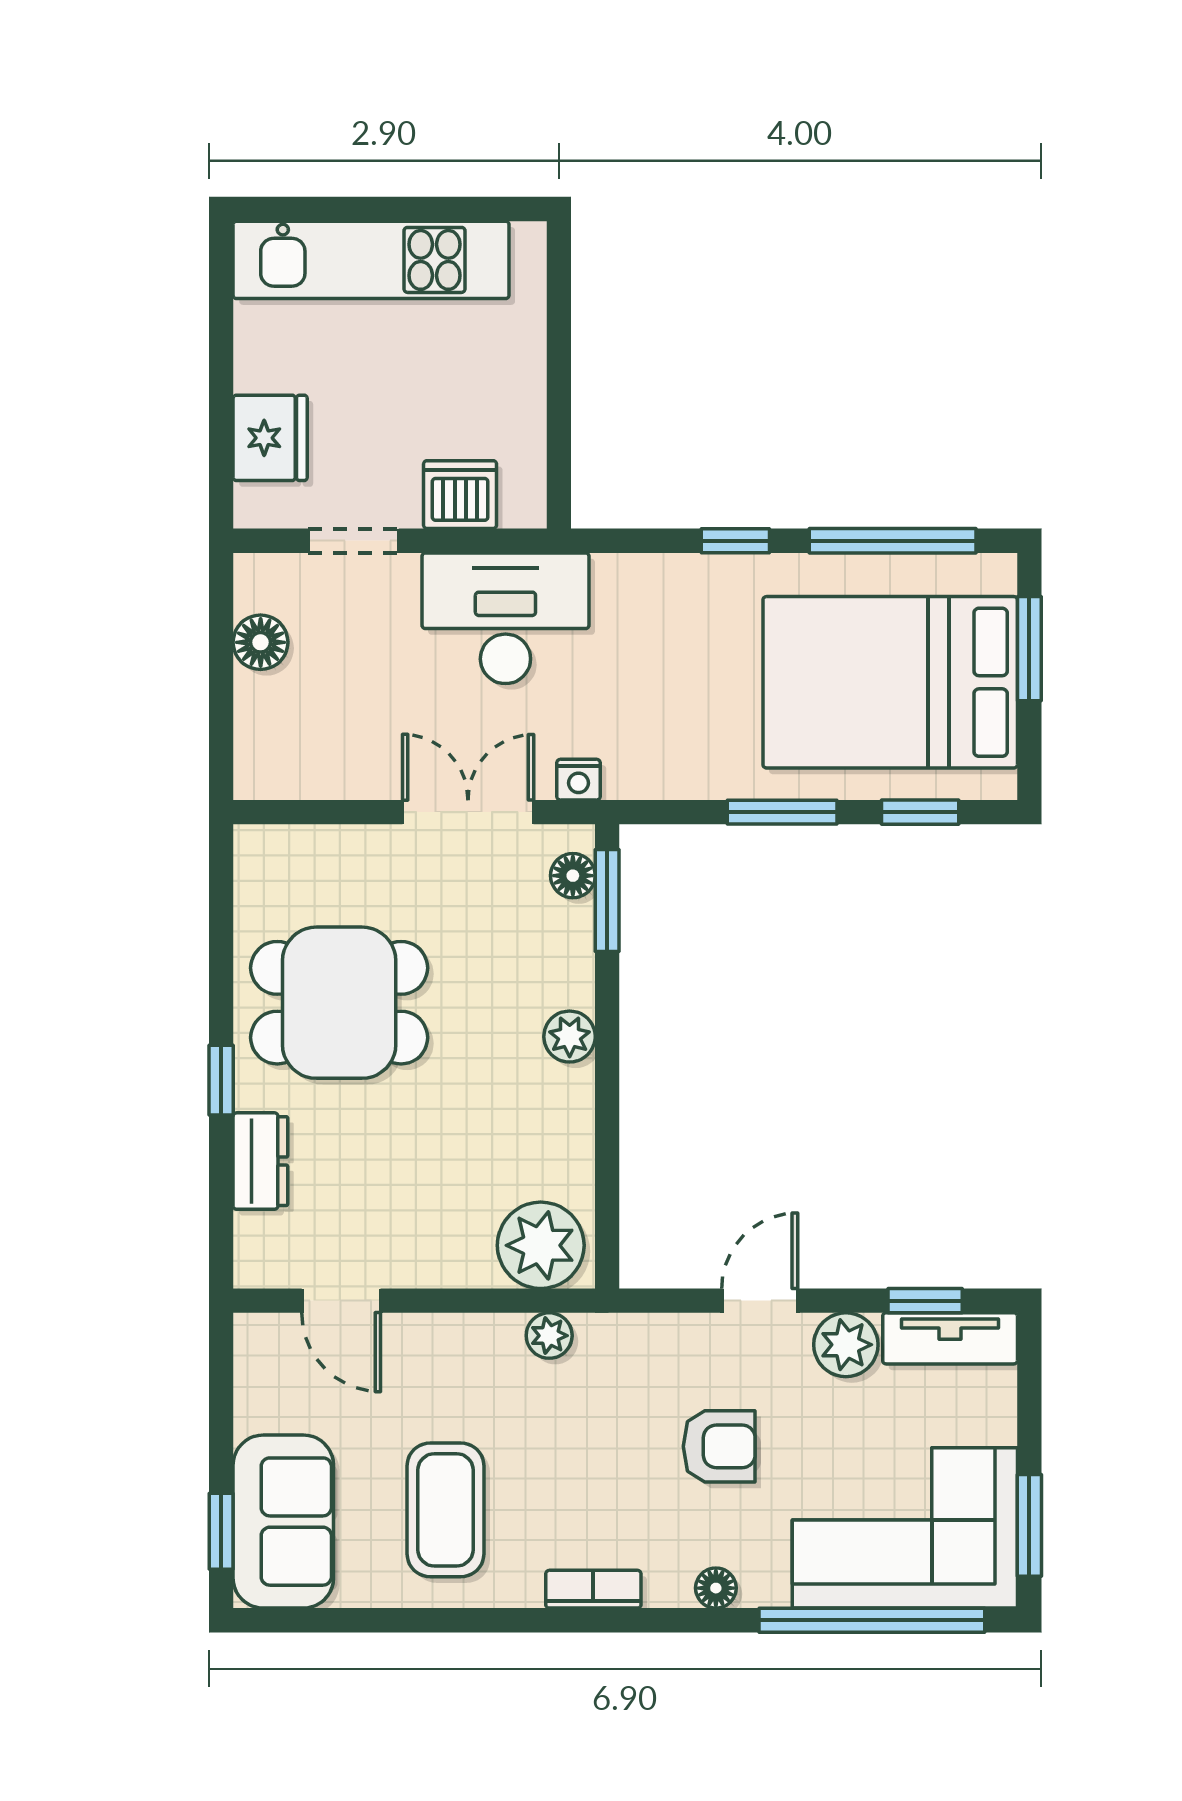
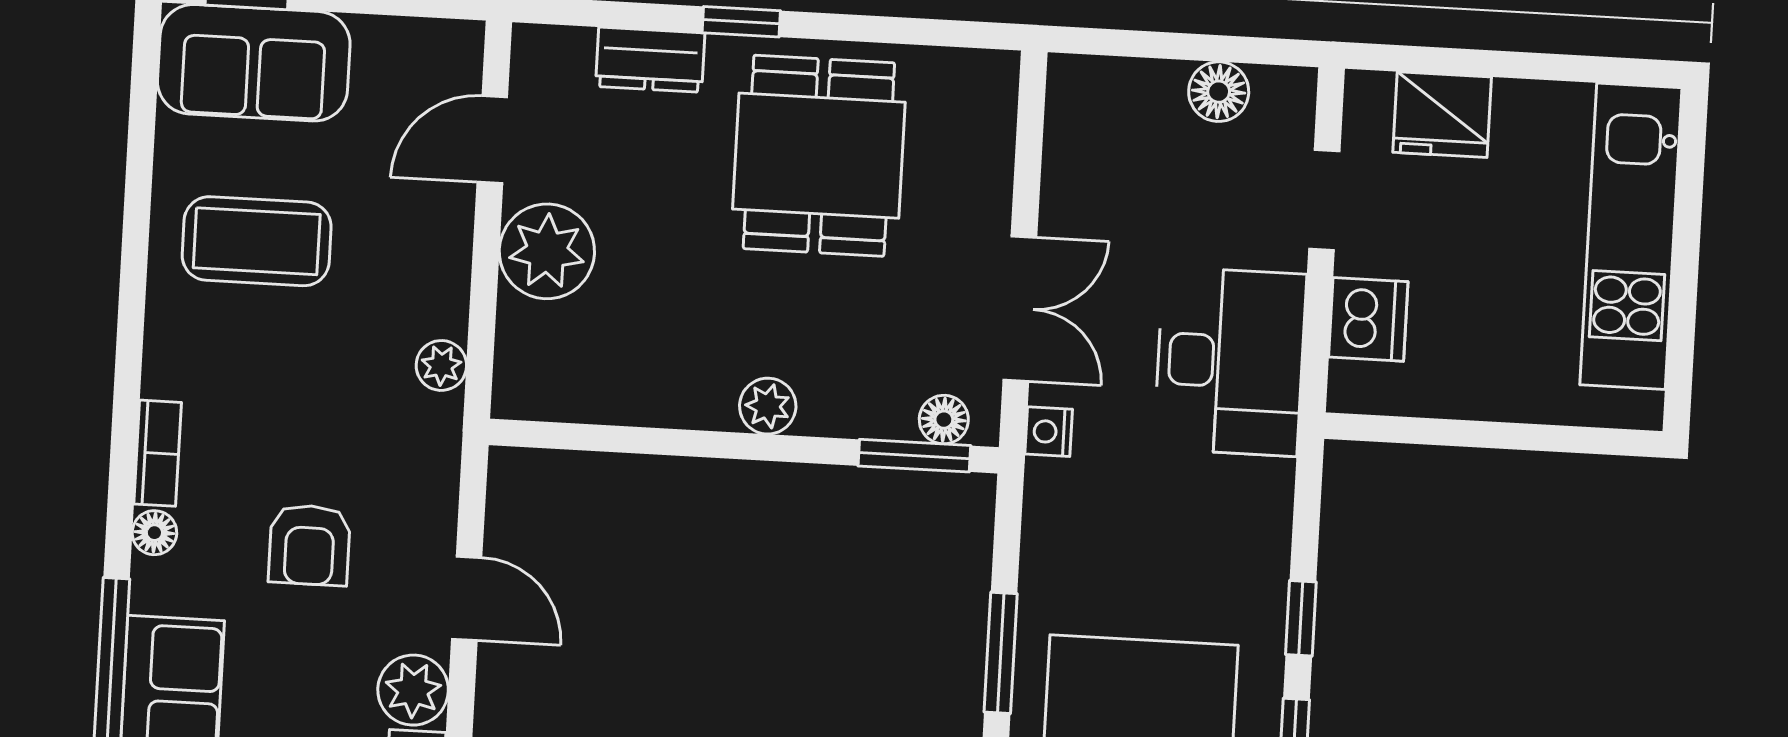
plant: (541, 1245) -> (547, 251), moved
bookcase: (593, 1589) -> (158, 453), moved

